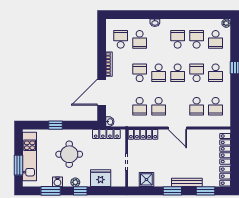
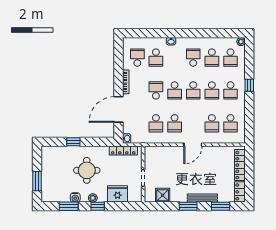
school desk: (197, 39) -> (212, 58), turned 180
school desk: (197, 73) -> (212, 90), turned 180
door: (177, 128) -> (193, 145), hinge flipped
locker: (143, 134) -> (159, 151), removed
kitchen unit: (30, 157) -> (48, 173), removed

